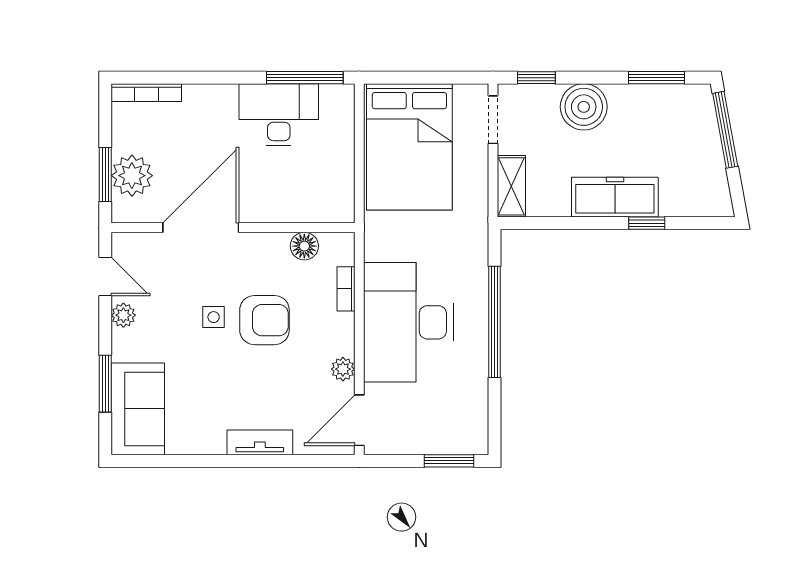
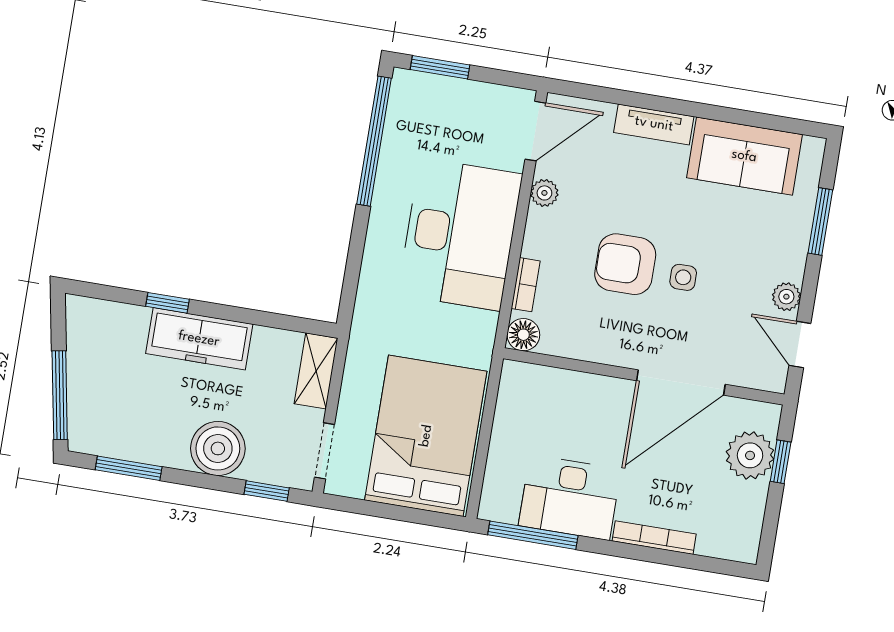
bookcase: (146, 93) -> (654, 538), moved
window: (105, 175) -> (781, 462), width x0.67
floor lamp: (304, 246) -> (523, 335), moved
window: (494, 322) -> (374, 141), moved
sofa: (138, 409) -> (744, 156), moved, turned -90

